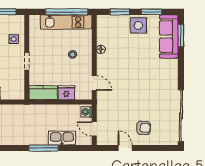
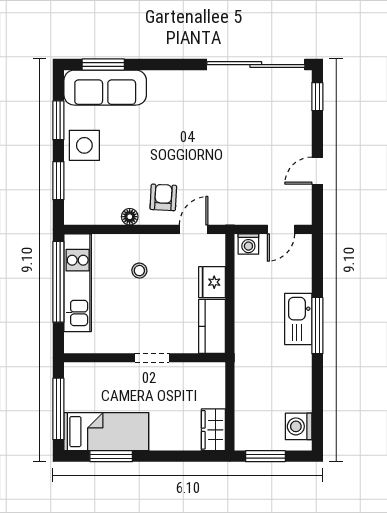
side table: (14, 39) -> (110, 382), removed
armchair: (144, 128) -> (163, 197), moved
kitchen sink: (62, 138) -> (298, 319), moved
window: (164, 148) -> (317, 97), added

